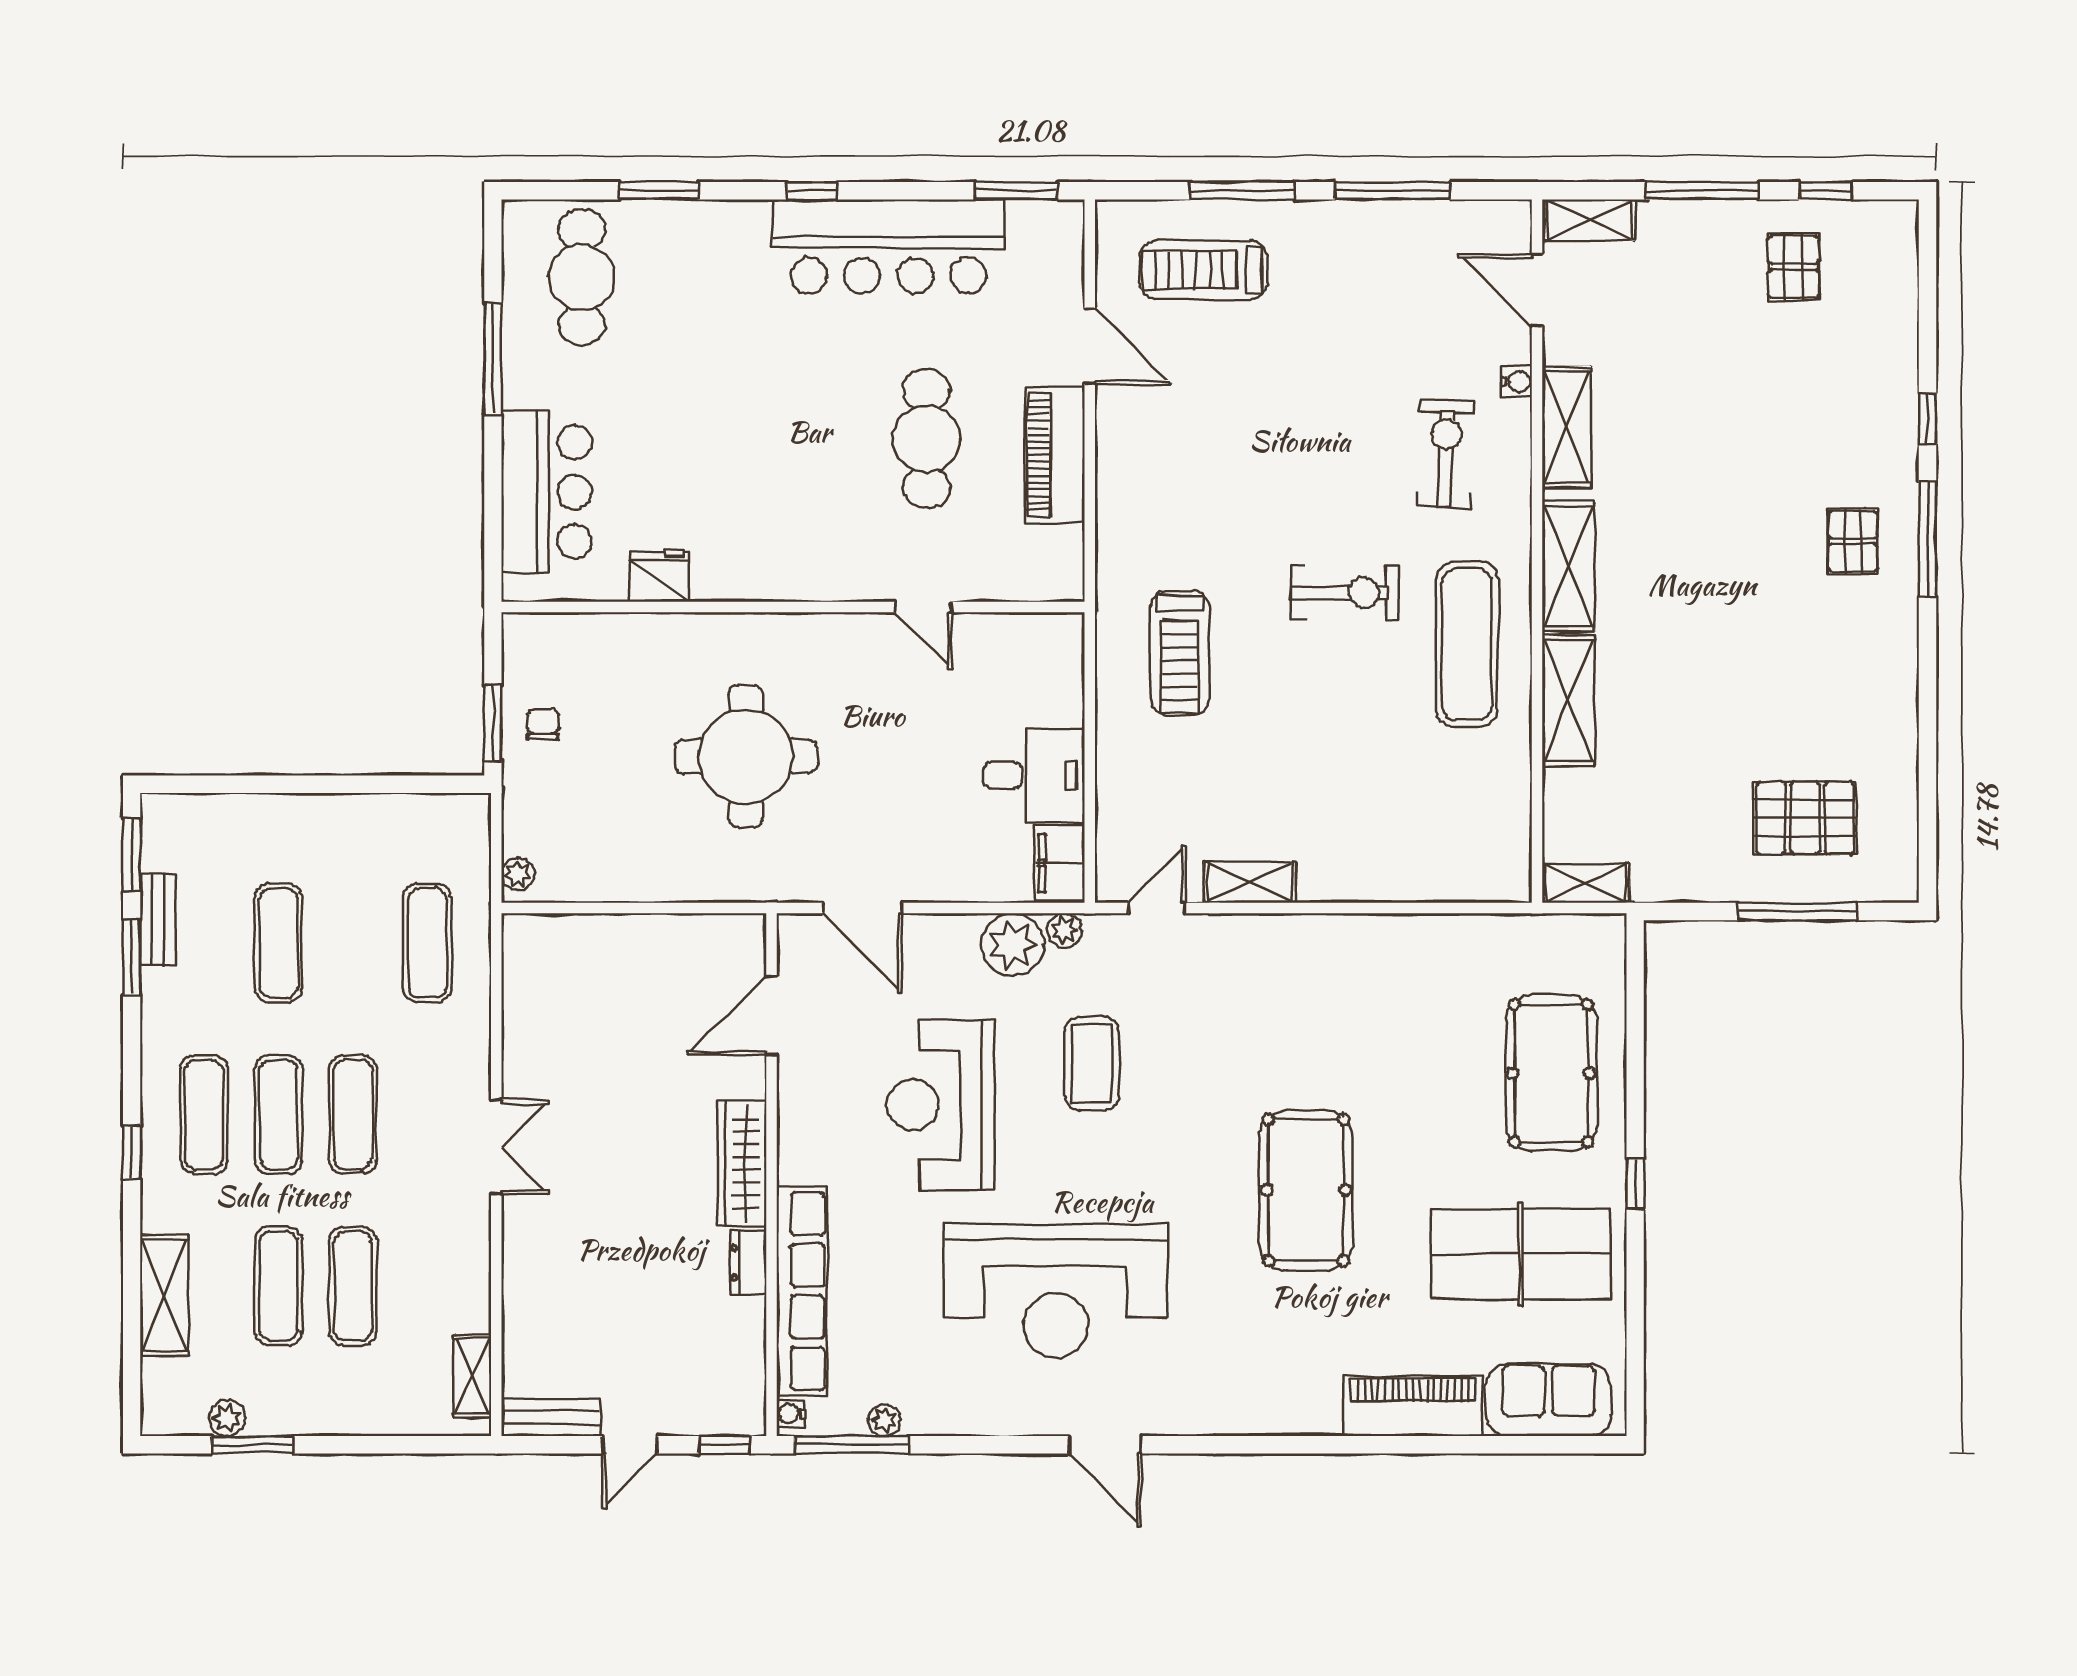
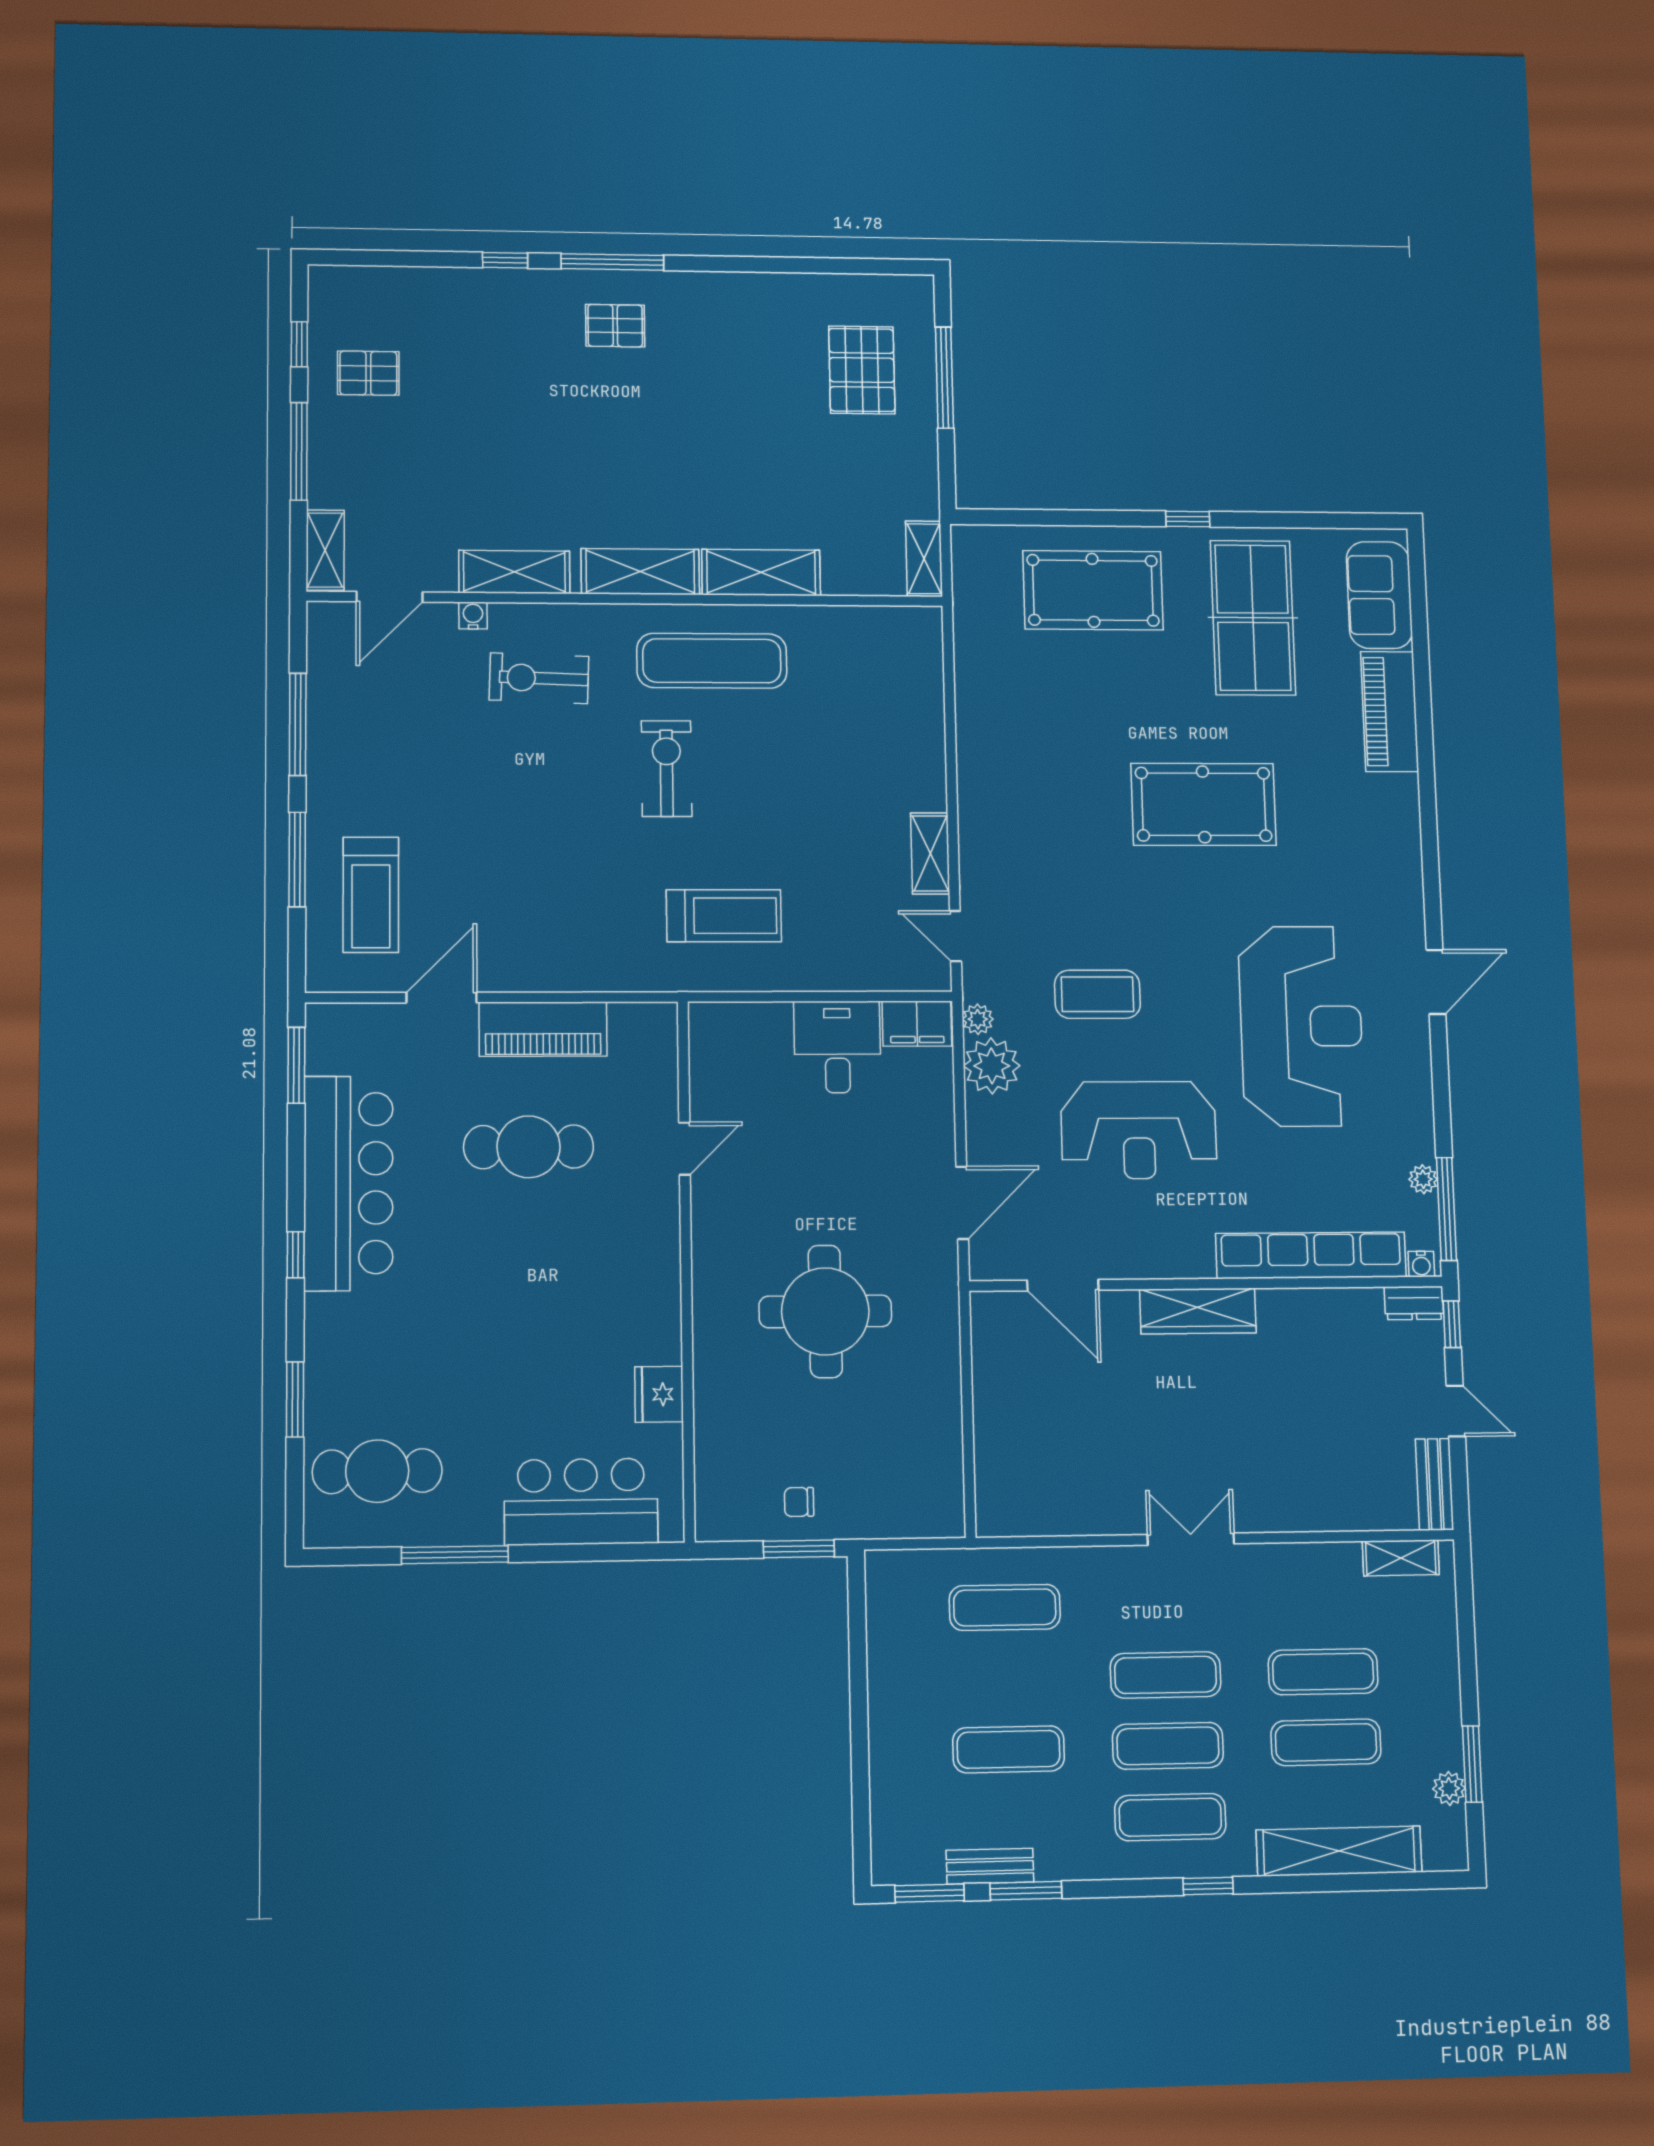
plant: (518, 874) -> (939, 1523), removed
dresser: (748, 1263) -> (1414, 1303), moved
shelving: (164, 1295) -> (1339, 1851), width x1.47

